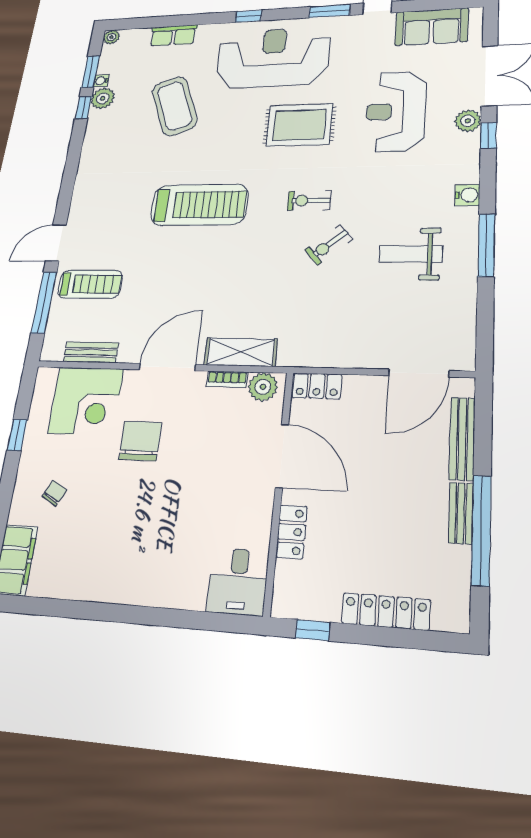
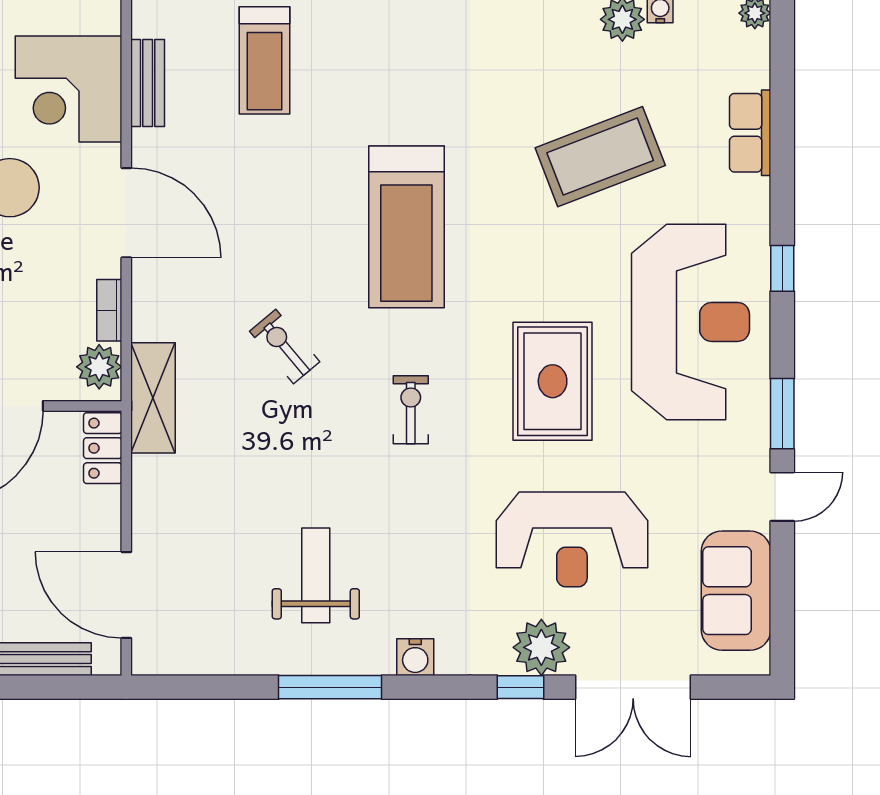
reception desk: (396, 111) -> (572, 539), turned 180
plant: (468, 121) -> (541, 647), width x1.36, depth x1.36
exercise bike: (329, 245) -> (285, 346), moved
shelving: (241, 352) -> (153, 398), moved

